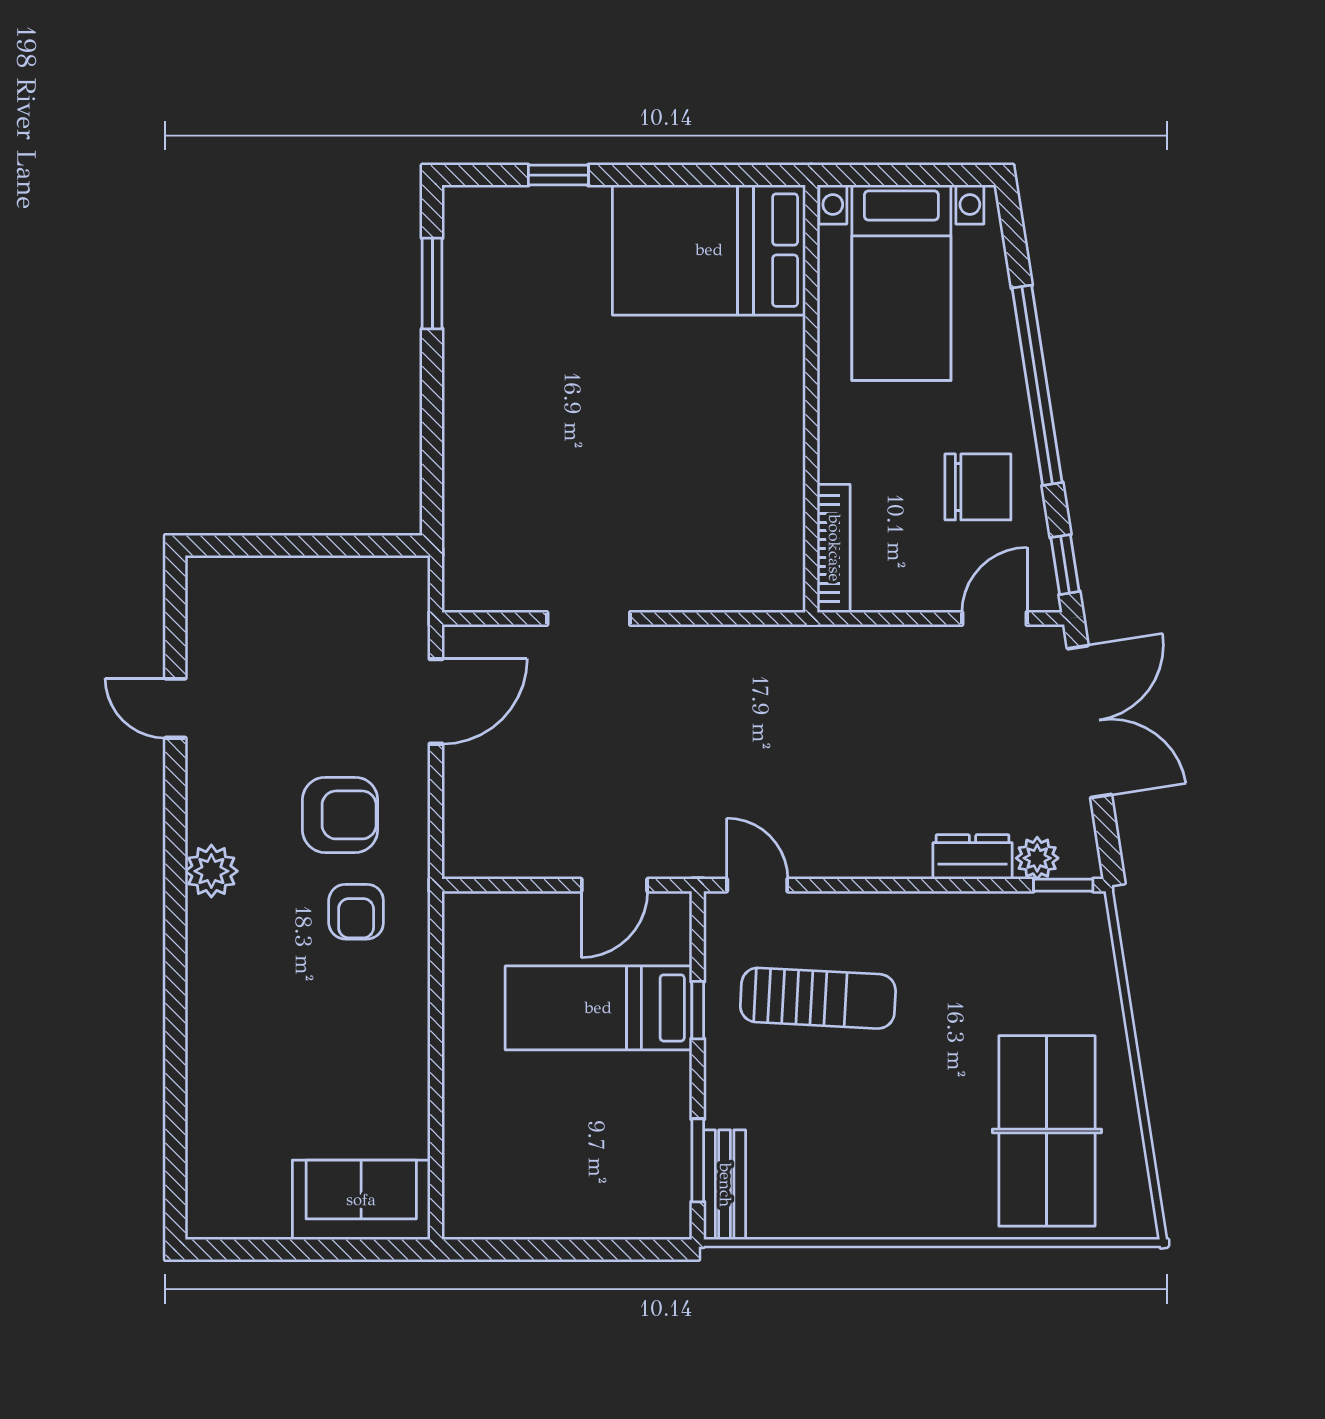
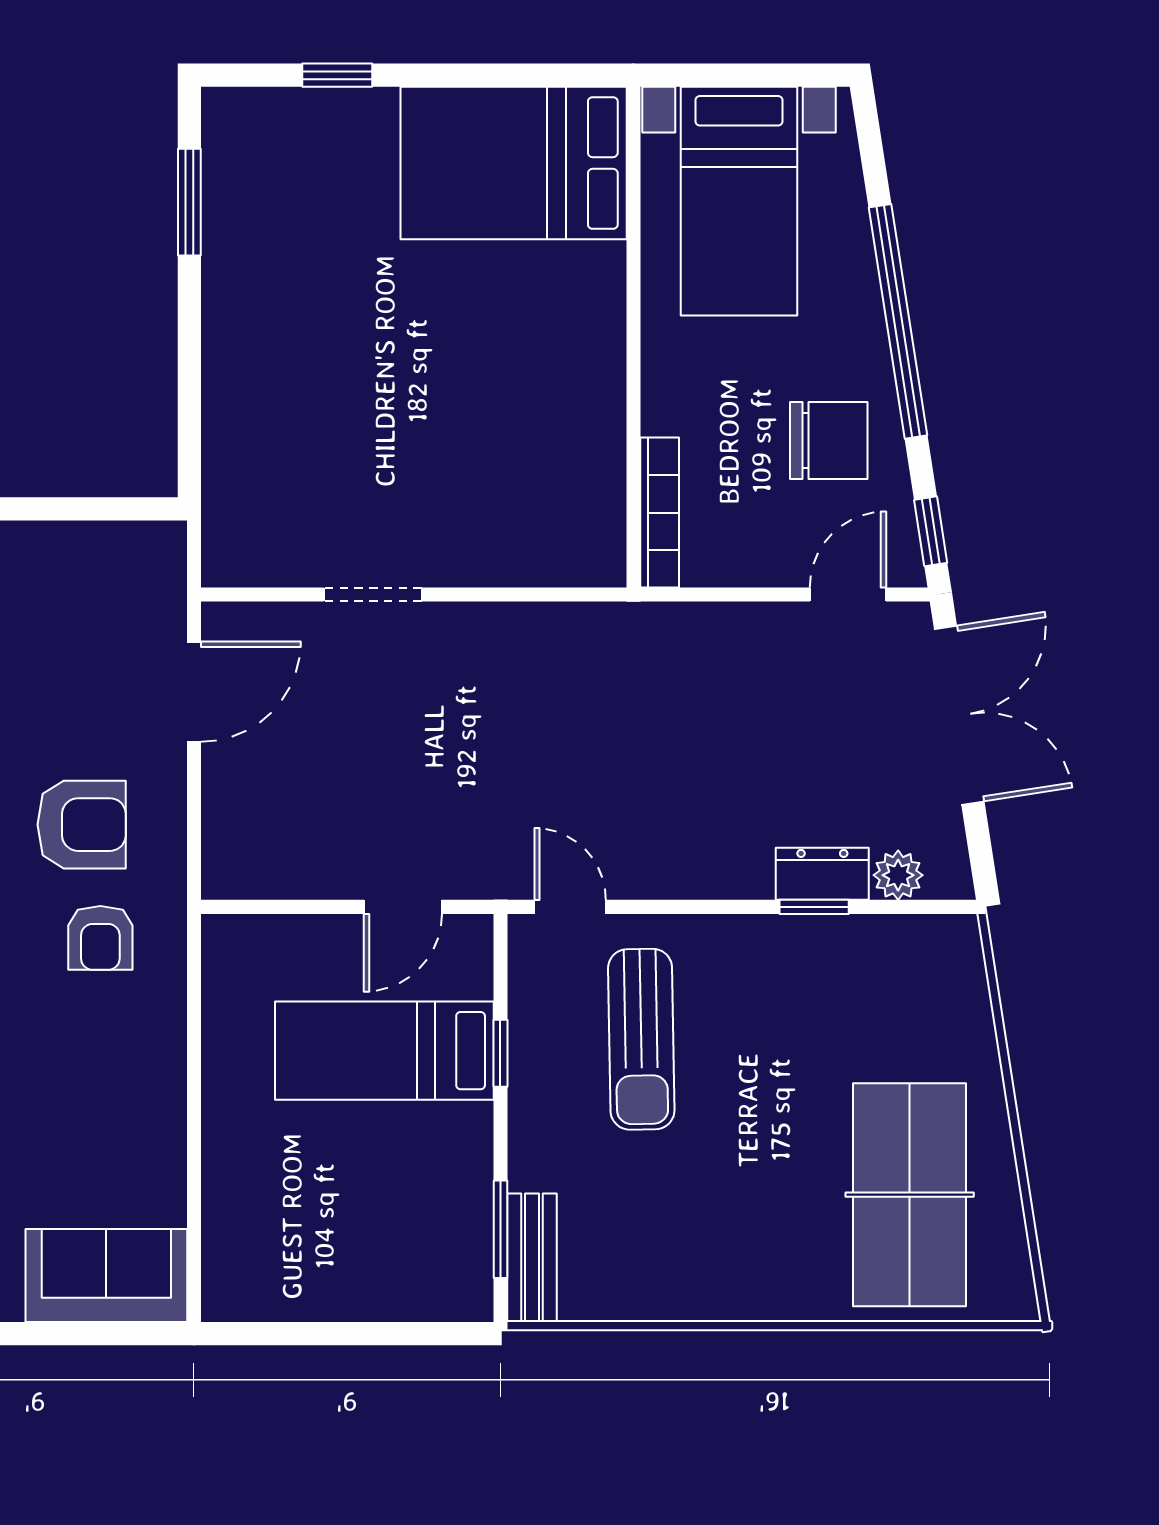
window: (1063, 885) -> (814, 907), moved
sun lounger: (818, 998) -> (641, 1039), turned 86

